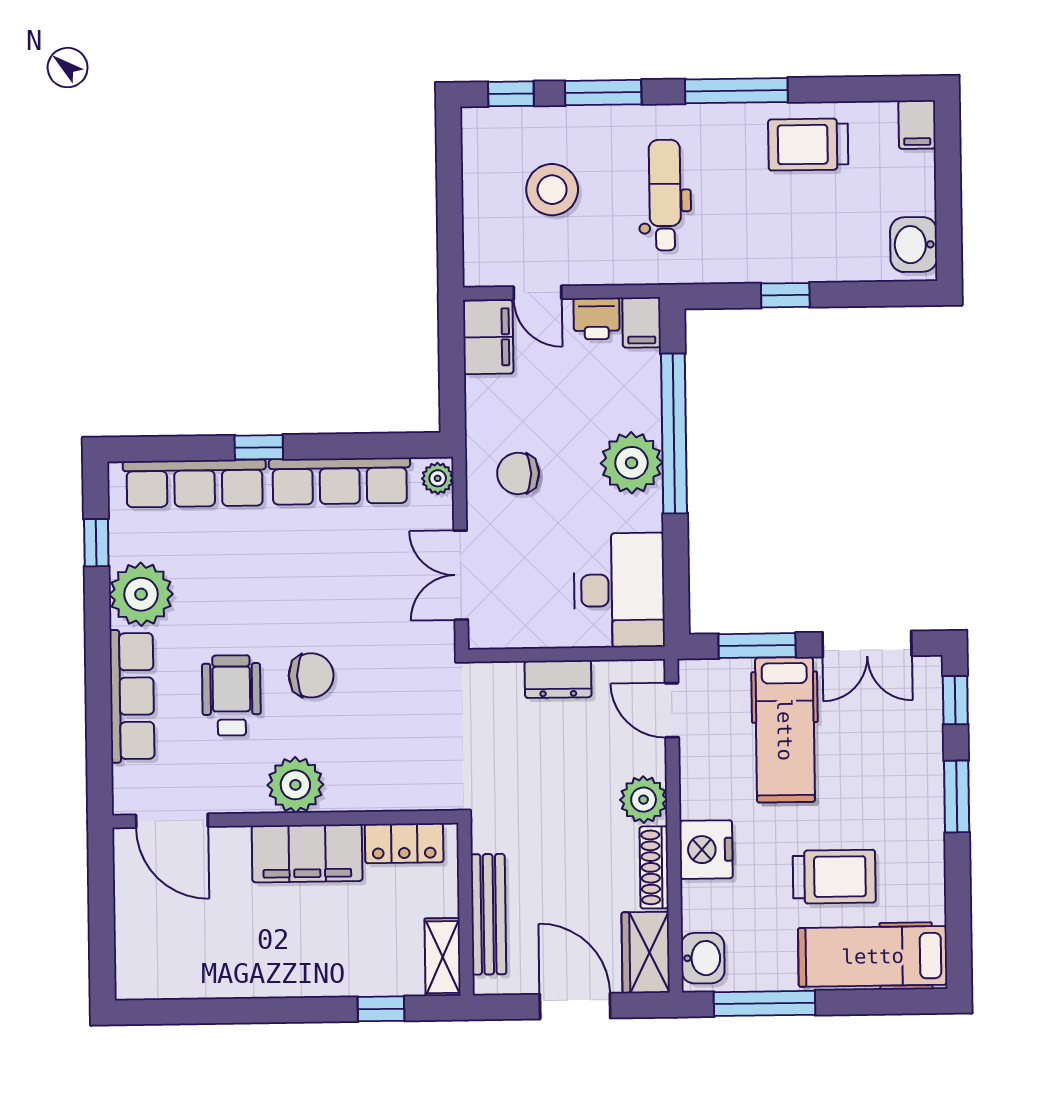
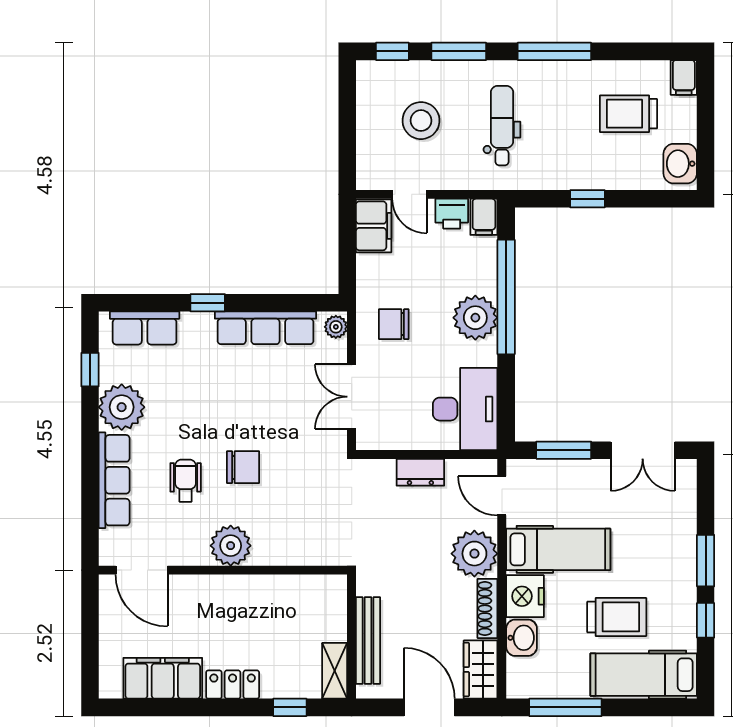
trolley: (808, 144) -> (628, 114), moved
row of seats: (195, 483) -> (145, 328), width x0.68
wheelchair: (231, 695) -> (186, 481), width x0.73, depth x0.73
window: (955, 700) -> (706, 620), moved
hospital bed: (785, 730) -> (558, 549), moved, turned -90
plant: (644, 800) -> (474, 554), width x1.36, depth x1.36
locker: (404, 843) -> (233, 685), moved, turned 180
filing cabinet: (307, 853) -> (163, 678), moved, turned 180
washbasin: (703, 958) -> (522, 638), moved

